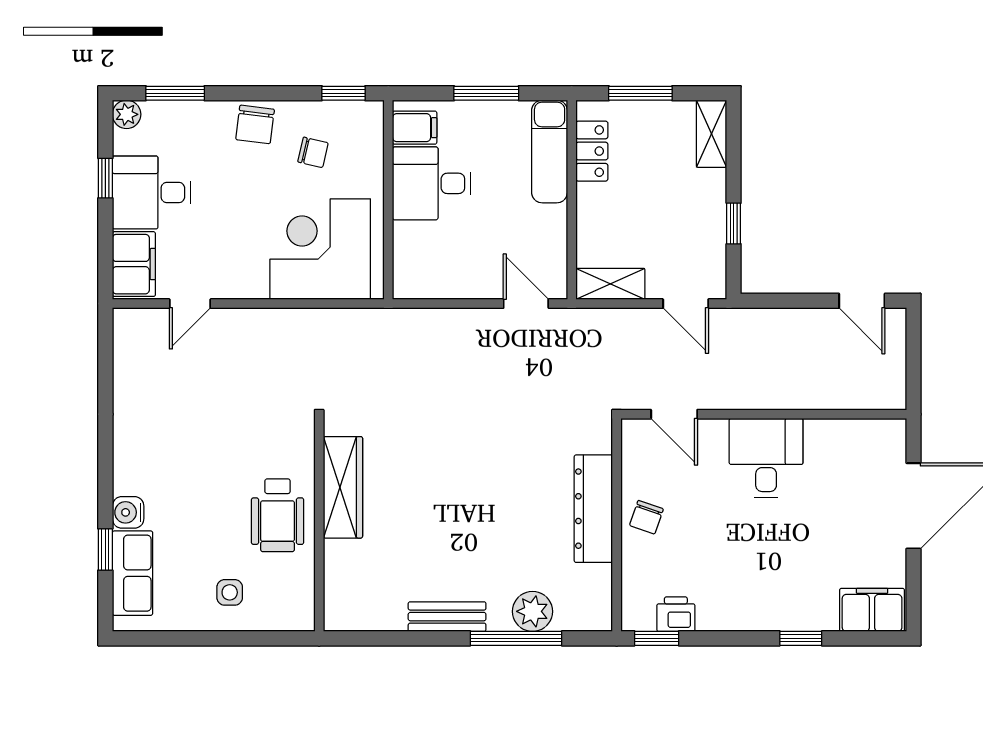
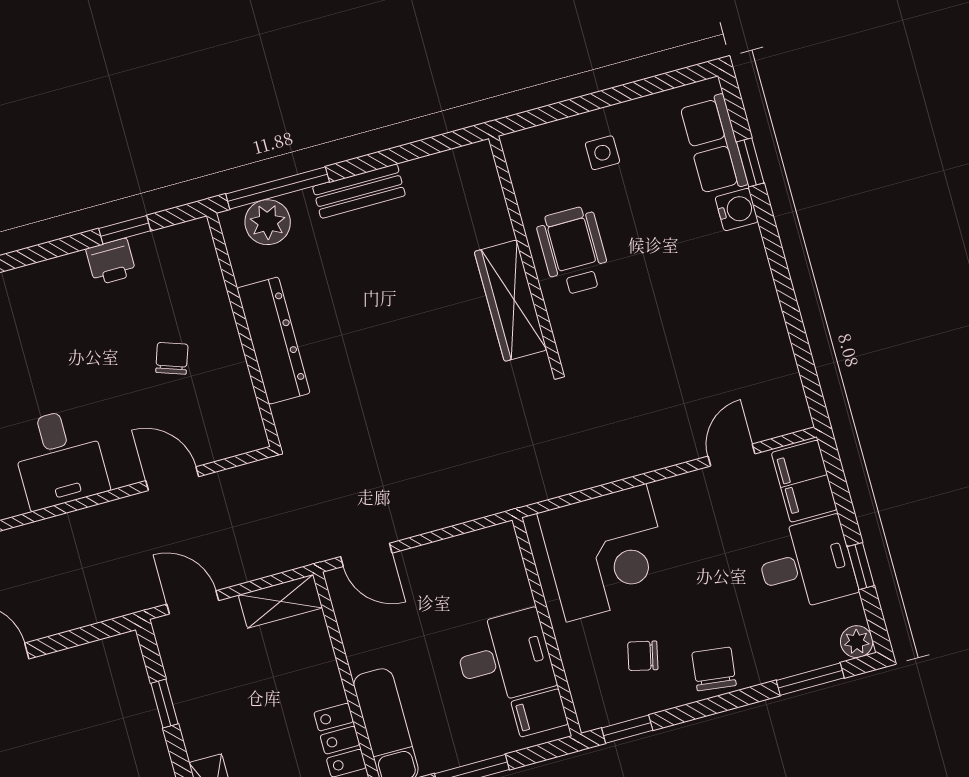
dresser: (593, 509) -> (273, 341), moved
wall: (617, 525) -> (243, 330), moved

